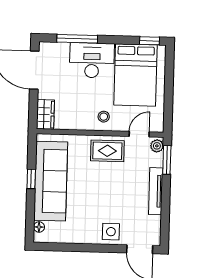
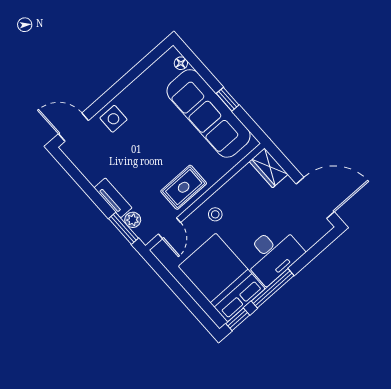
window: (77, 39) -> (273, 288), moved
plant: (157, 146) -> (133, 220), moved
tv unit: (156, 191) -> (113, 198), width x0.71

